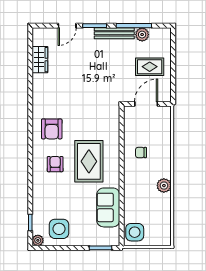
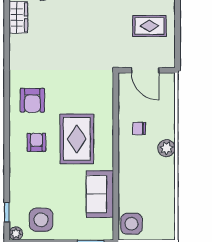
door: (146, 104) -> (145, 70), swing flipped
plant: (164, 186) -> (167, 148), moved

